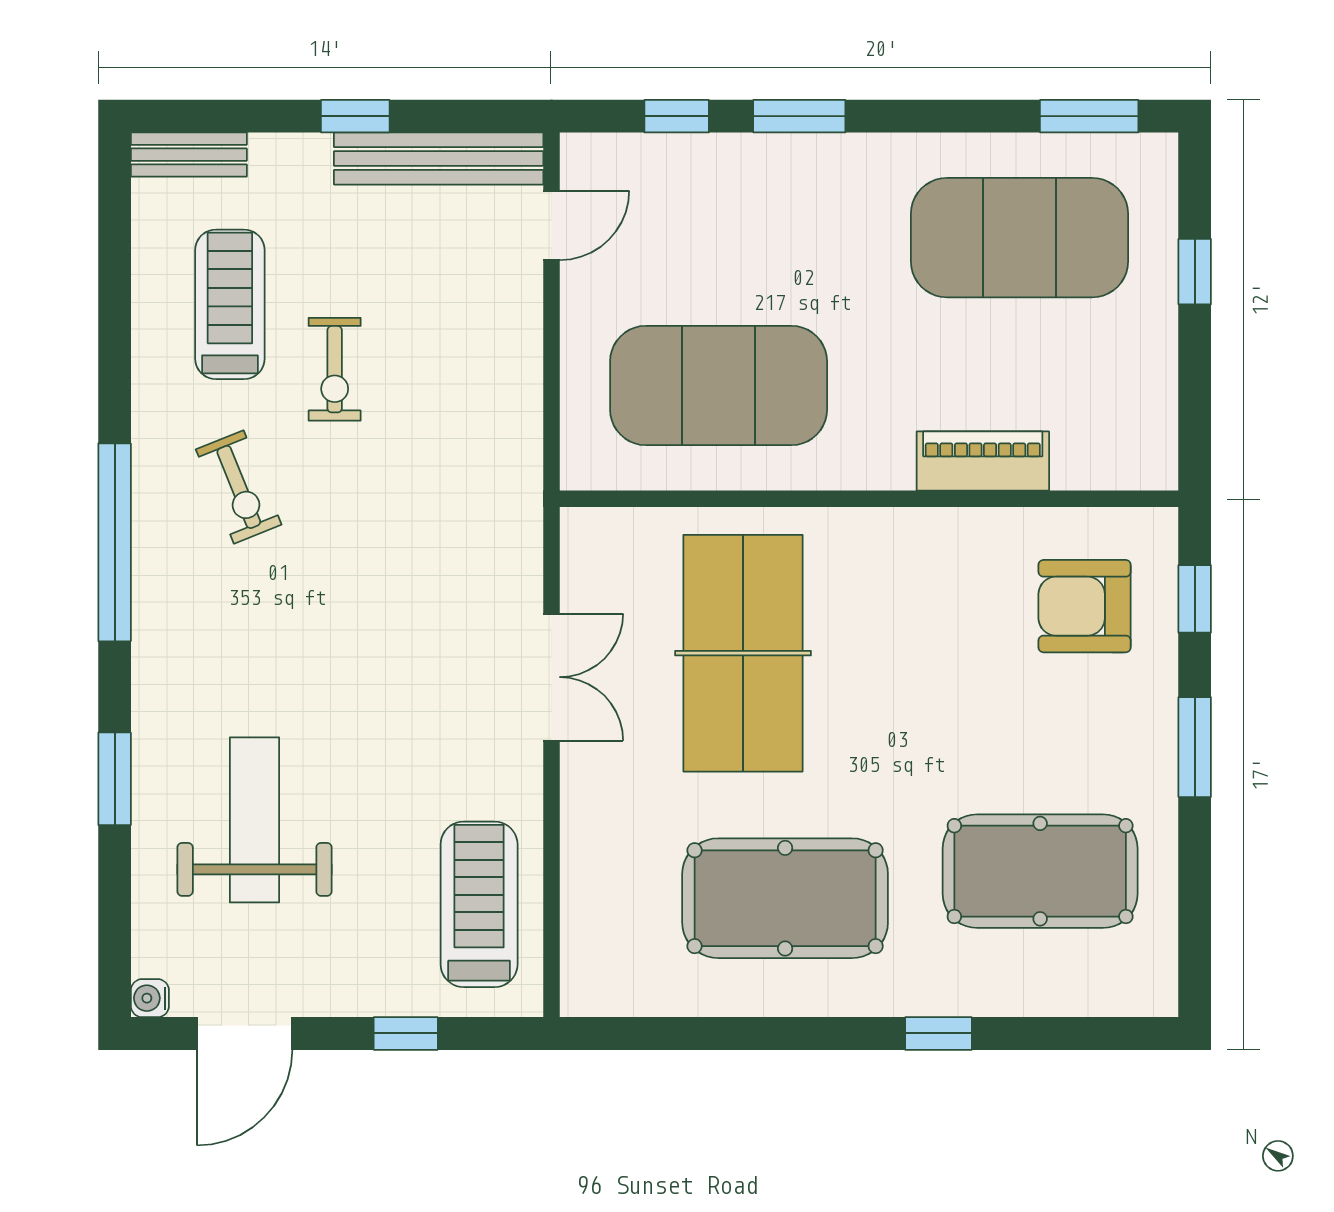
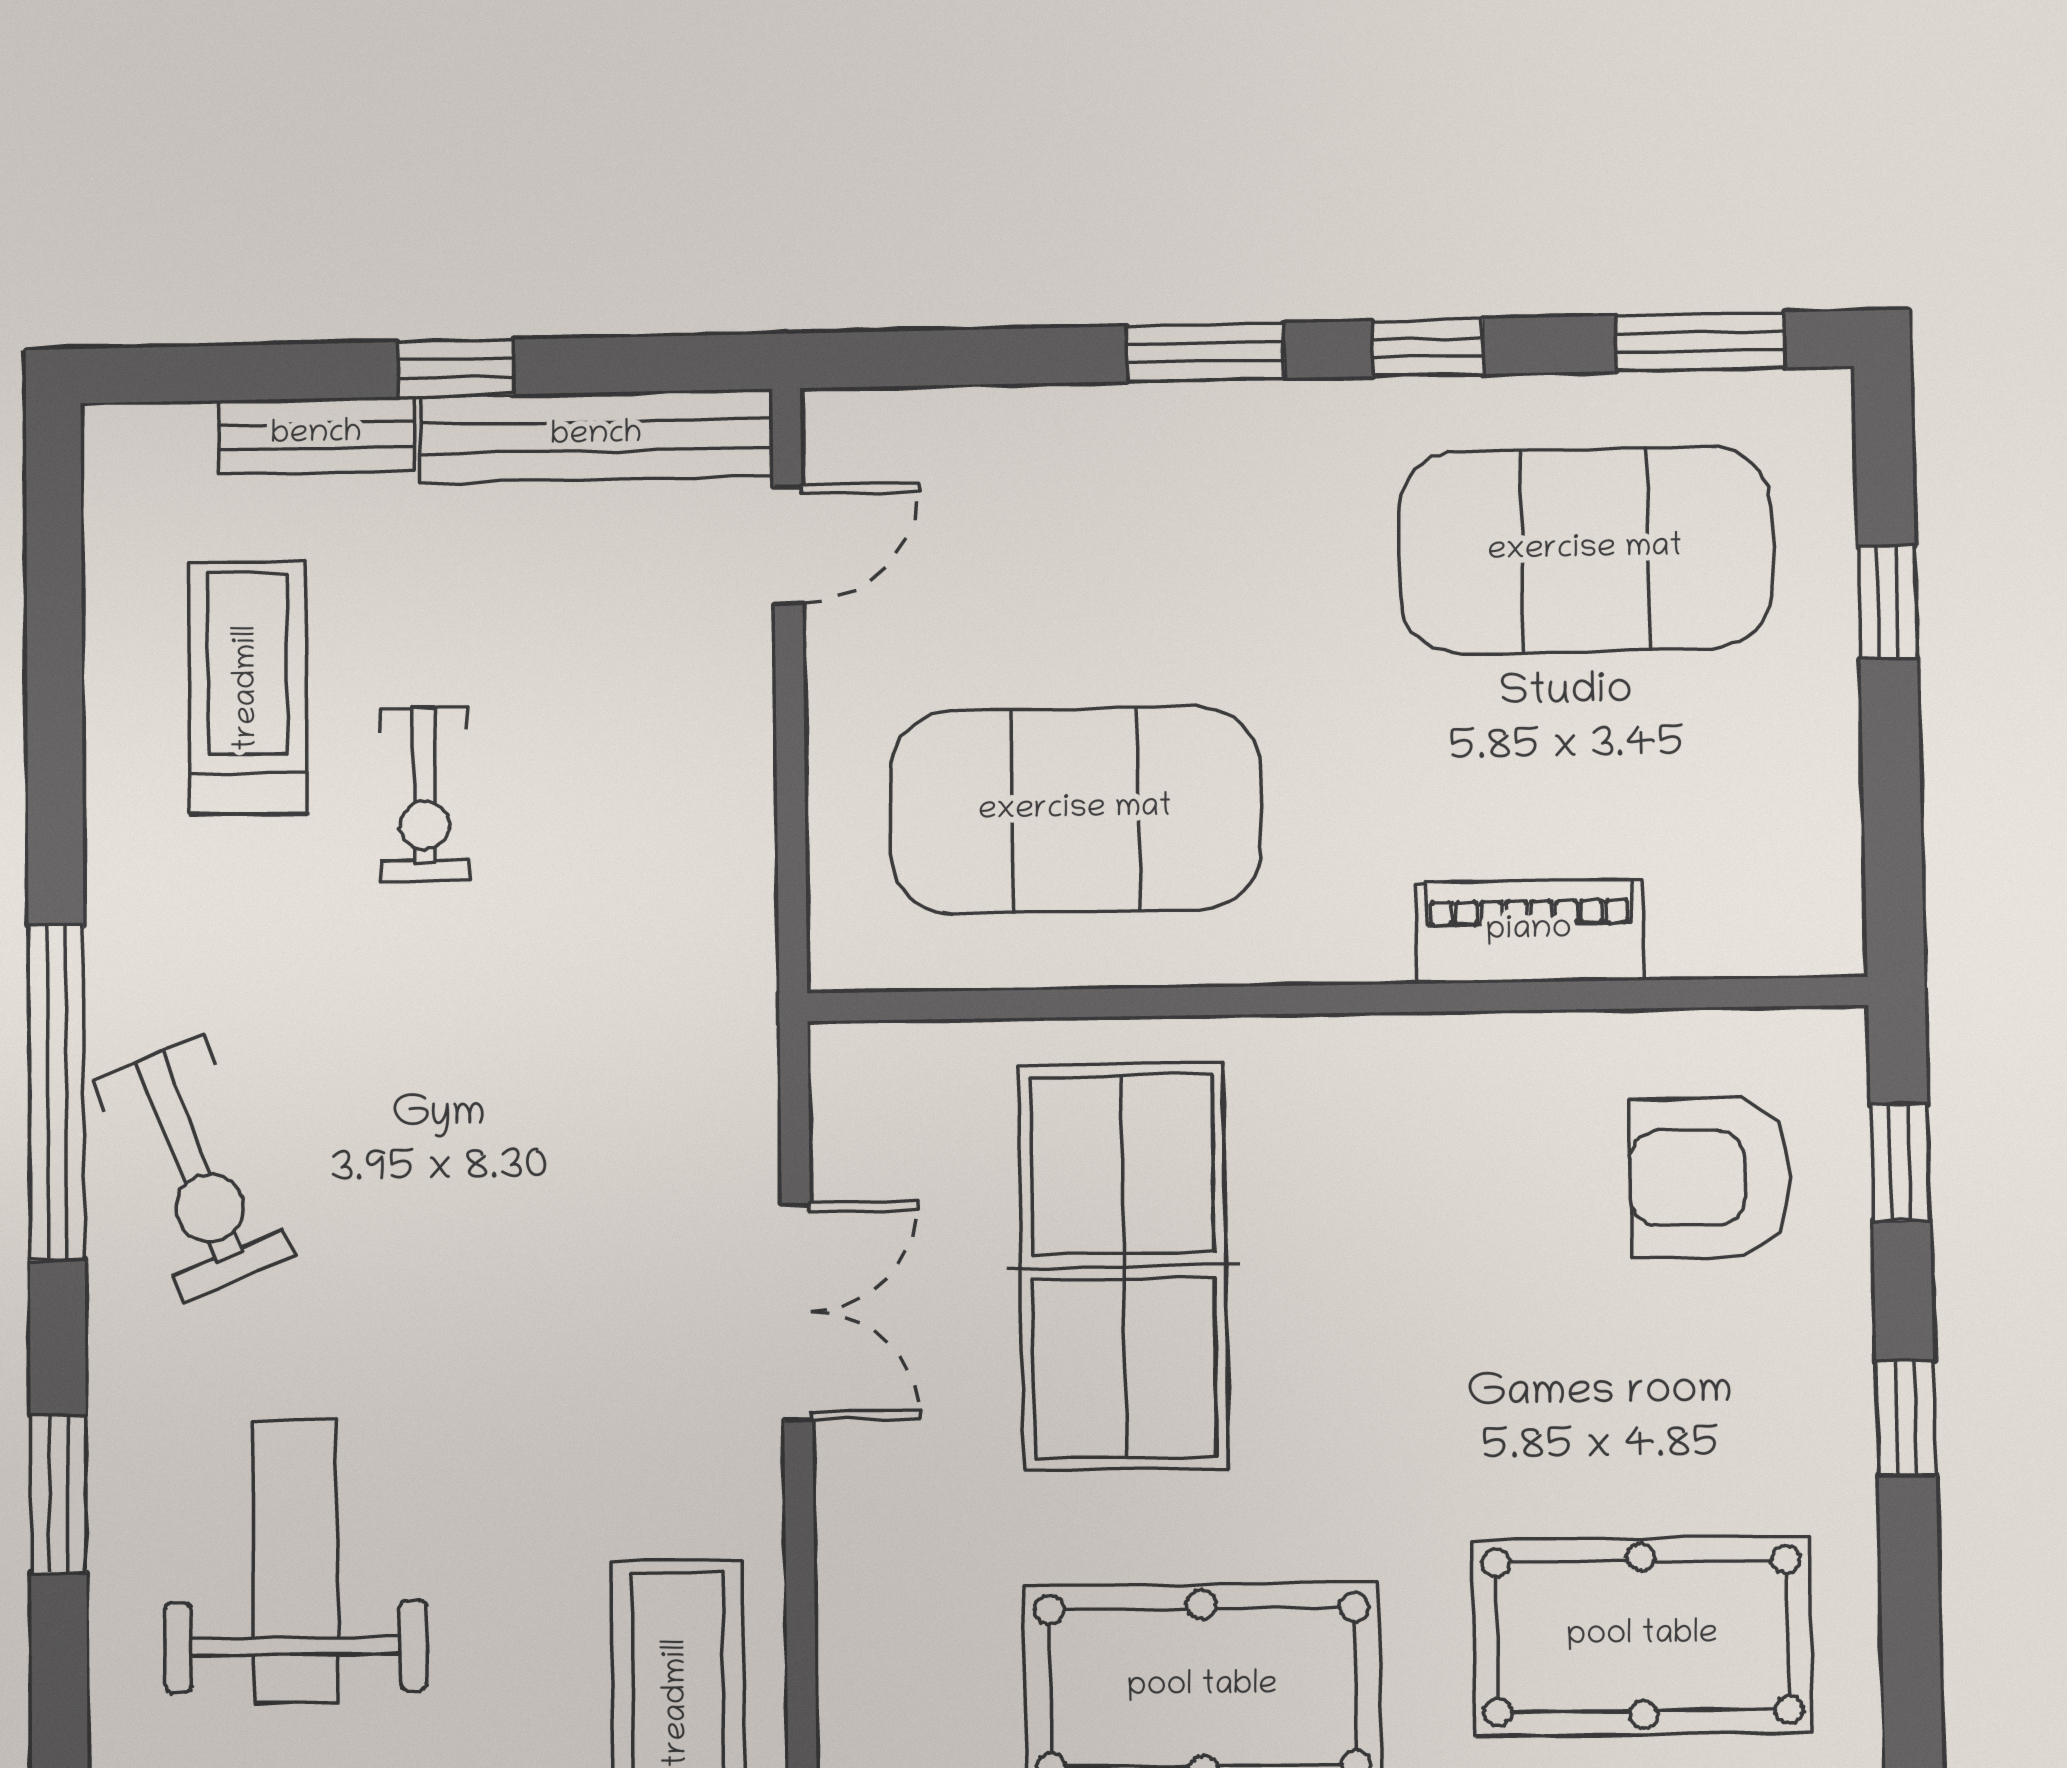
window: (677, 116) -> (1428, 347), moved
bench: (189, 155) -> (316, 435), moved
exercise bike: (239, 487) -> (193, 1168), moved, width x1.38, depth x1.39
window: (1195, 747) -> (1906, 1418), width x0.67

